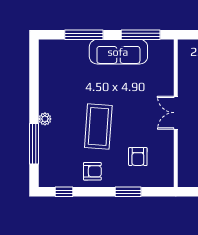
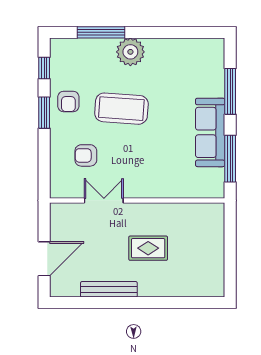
double door: (176, 113) -> (104, 200), moved
plant: (45, 119) -> (130, 52), width x1.88, depth x1.88
window: (128, 192) -> (44, 113), moved

